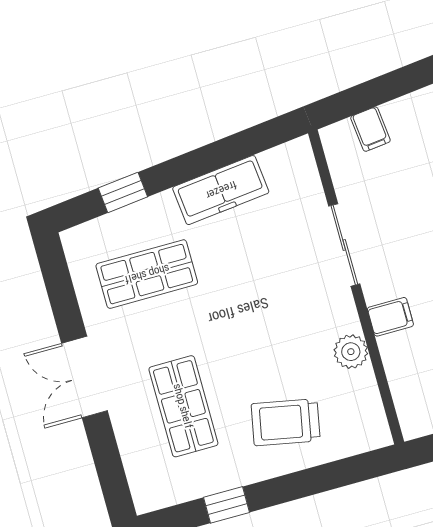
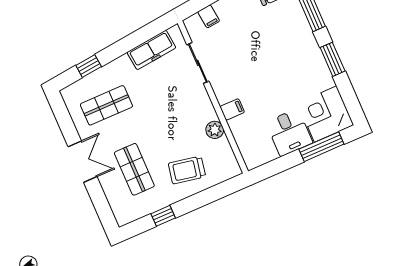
freezer: (221, 190) -> (151, 50), moved
sliding door: (344, 245) -> (198, 63), moved
double door: (84, 377) -> (82, 162), swing flipped

